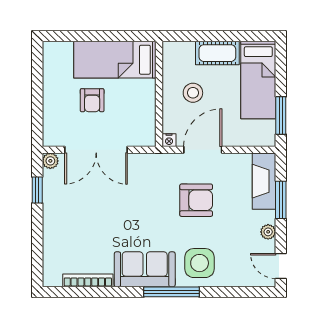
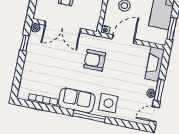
armchair: (196, 200) -> (95, 60), moved, turned 180
window: (281, 200) -> (159, 90), moved
door: (281, 266) -> (154, 114), hinge flipped

